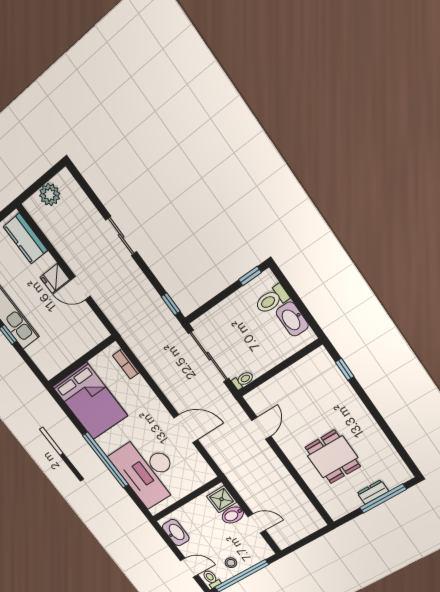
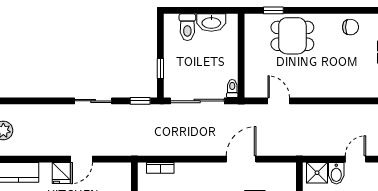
sliding door: (121, 236) -> (93, 101), moved
window: (250, 276) -> (160, 69), moved
chair: (377, 449) -> (351, 27), added
dining table: (333, 457) -> (292, 36), moved

